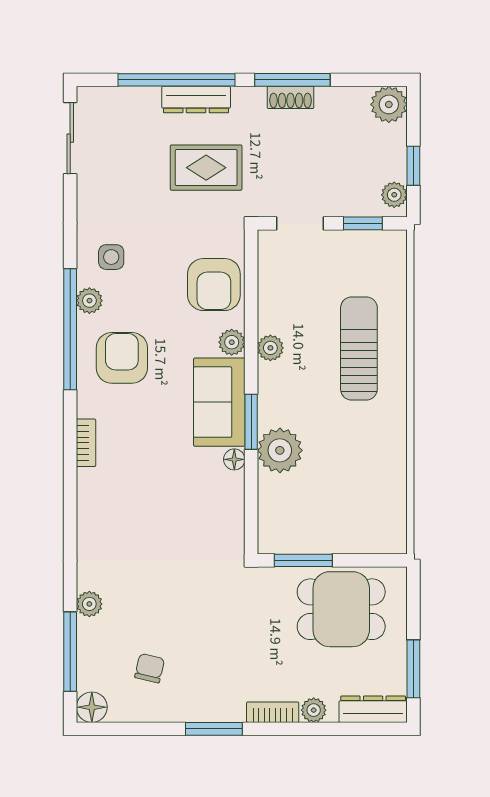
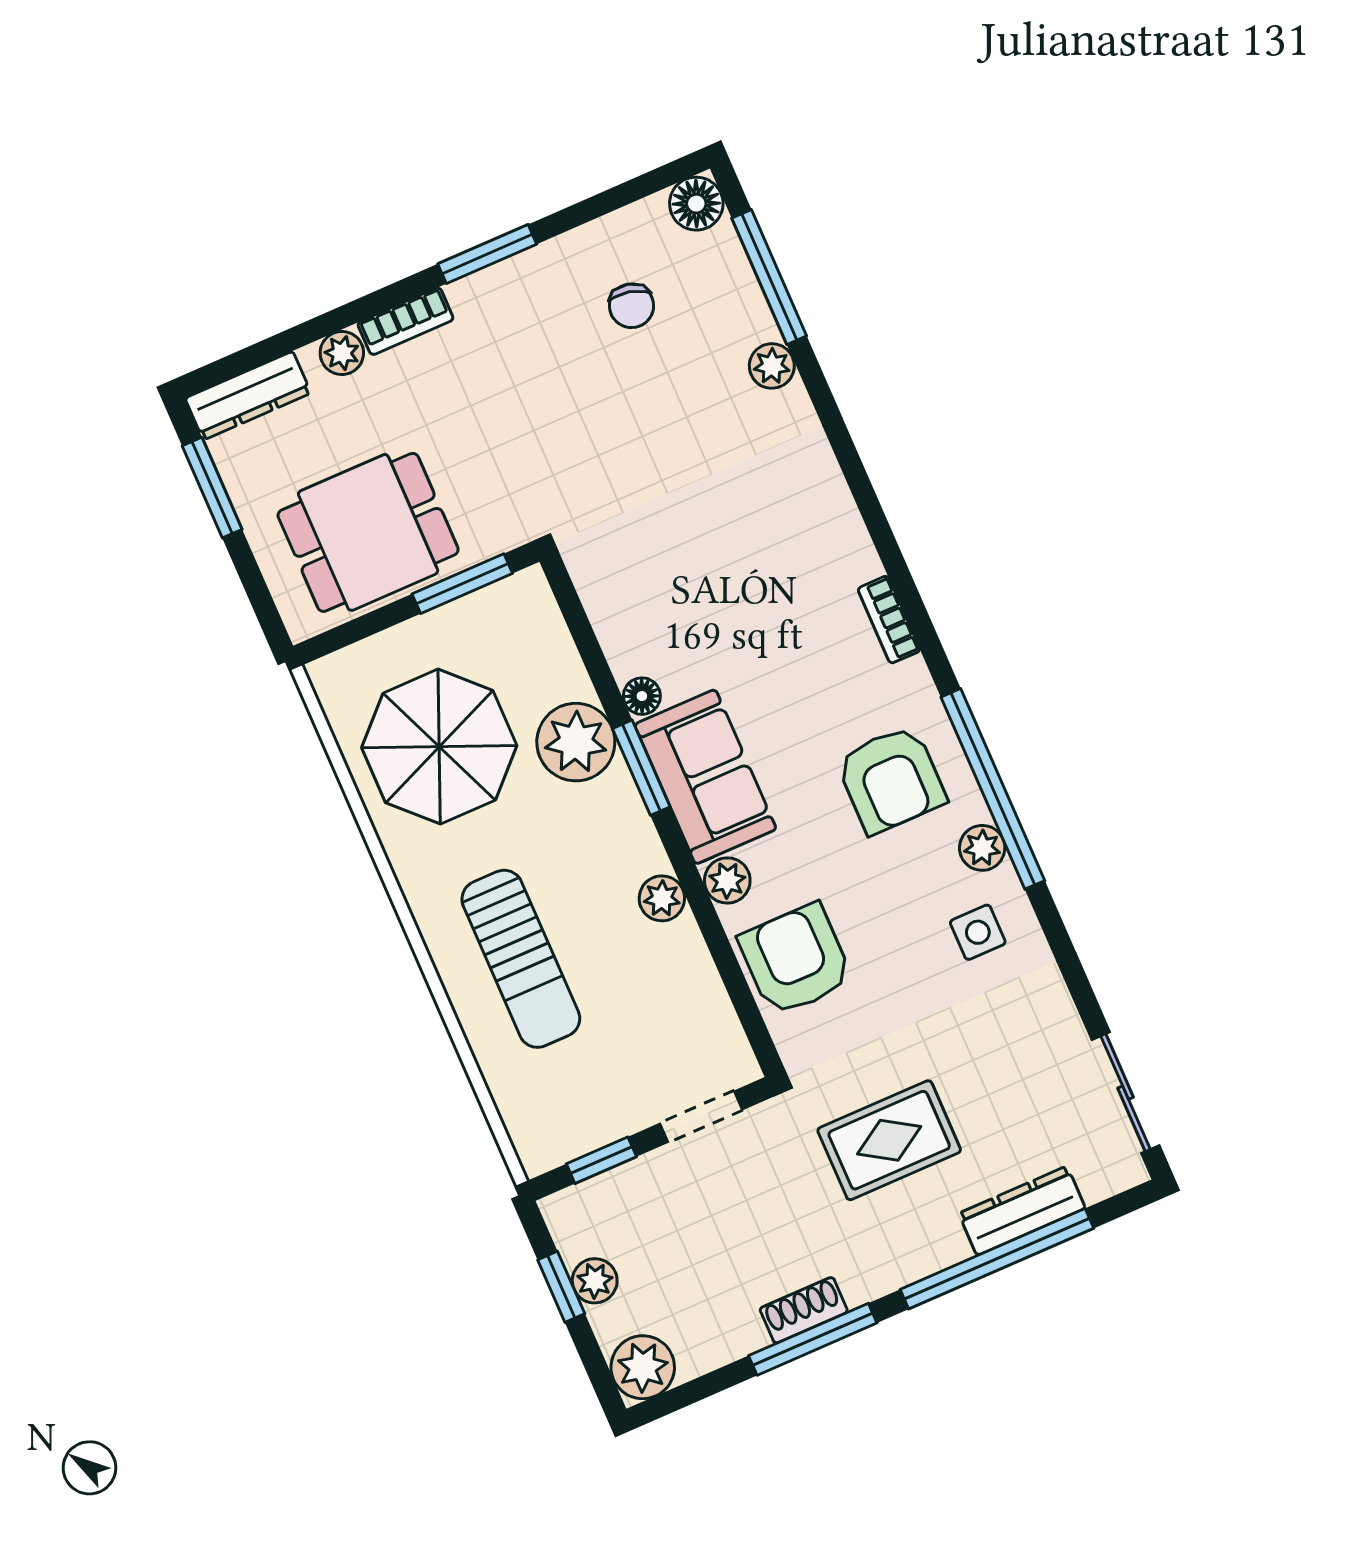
dresser: (196, 100) -> (1022, 1211), moved
plant: (394, 195) -> (595, 1281), moved
parasol: (353, 480) -> (439, 747), added

